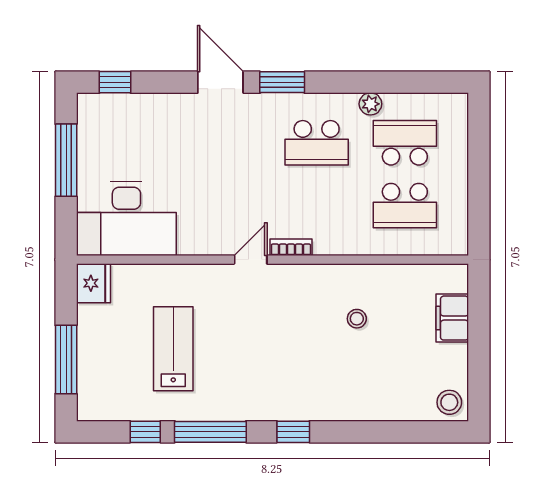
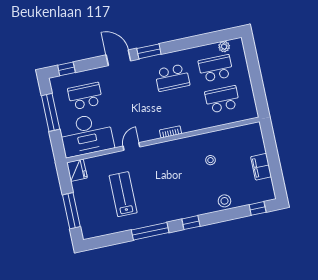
plant: (370, 104) -> (224, 47), moved
school desk: (140, 143) -> (85, 96), added
school desk: (405, 206) -> (222, 99), turned 180
door: (251, 260) -> (131, 146), moved
filing cabinet: (452, 318) -> (261, 167), moved
stool: (449, 402) -> (224, 201), moved
window: (145, 432) -> (258, 208), moved

